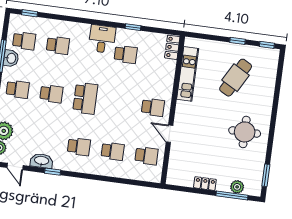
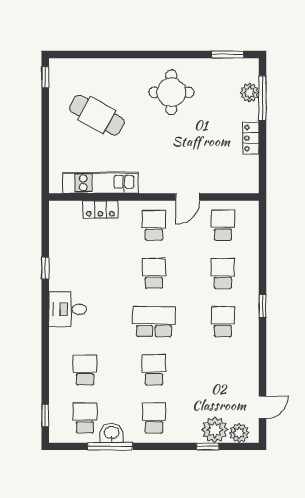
window: (238, 41) -> (45, 119), removed
locker: (172, 47) -> (100, 209), moved
school desk: (126, 54) -> (154, 273), moved
washbasin: (42, 161) -> (250, 371), removed
window: (53, 172) -> (263, 306), moved

